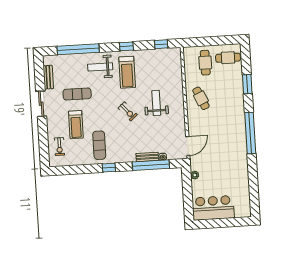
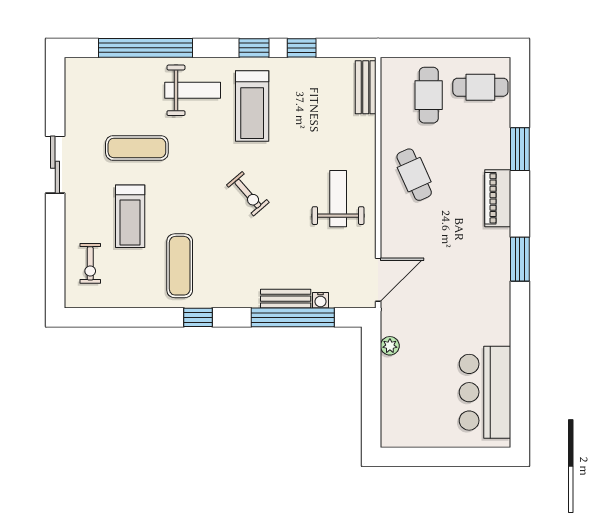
window: (161, 44) -> (302, 48), moved
weight bench: (100, 67) -> (193, 90), turned 180
bench: (48, 77) -> (366, 87), moved
weight bench: (156, 103) -> (338, 199), moved
piano: (239, 107) -> (498, 198), added
window: (250, 133) -> (520, 259), width x0.47
bar counter: (213, 208) -> (485, 392), moved, turned -90

